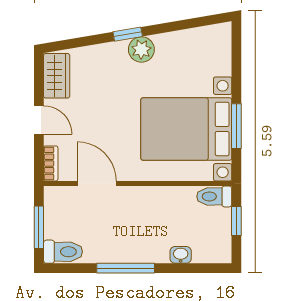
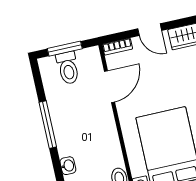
door: (39, 120) -> (150, 30), hinge flipped
toilet: (63, 252) -> (68, 68), moved

